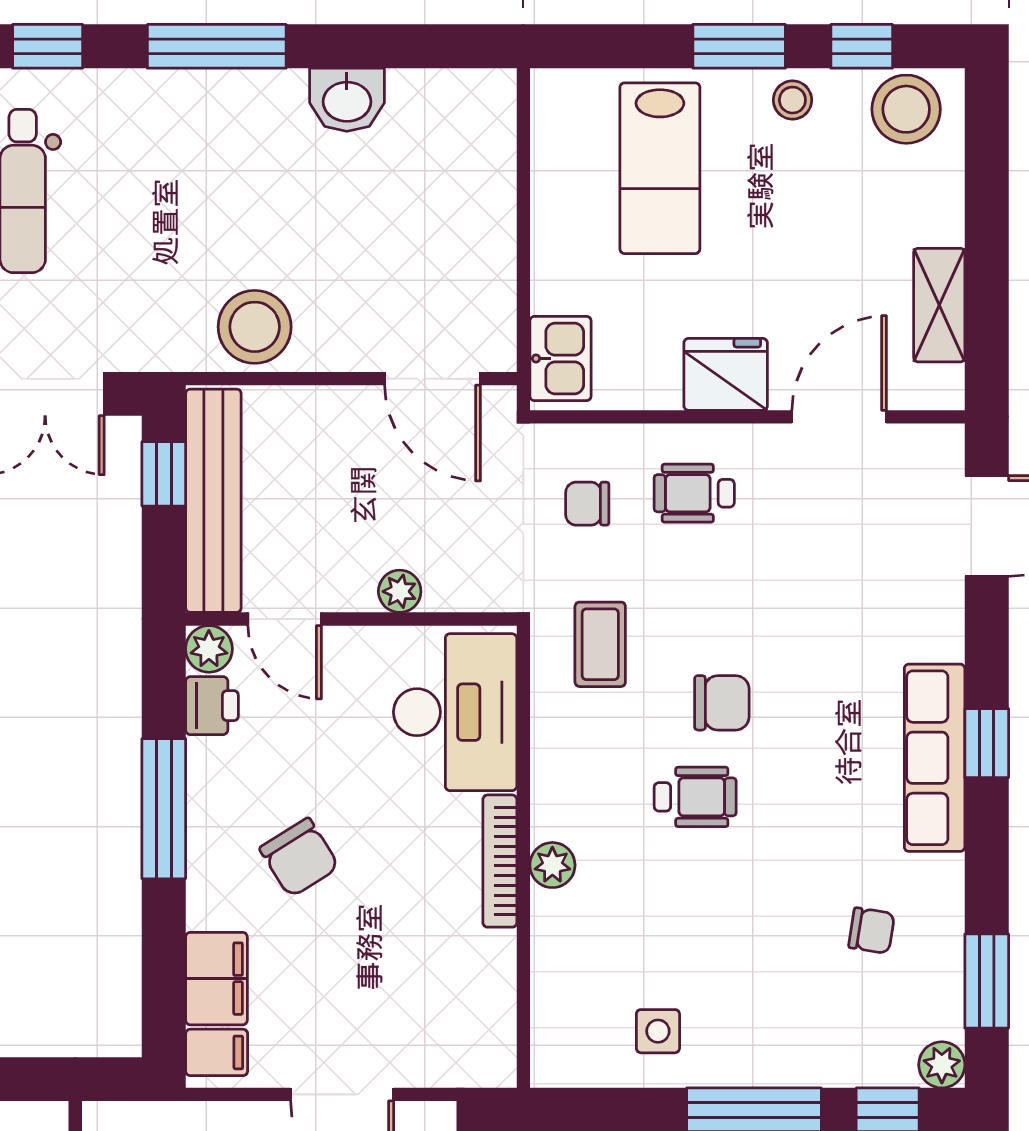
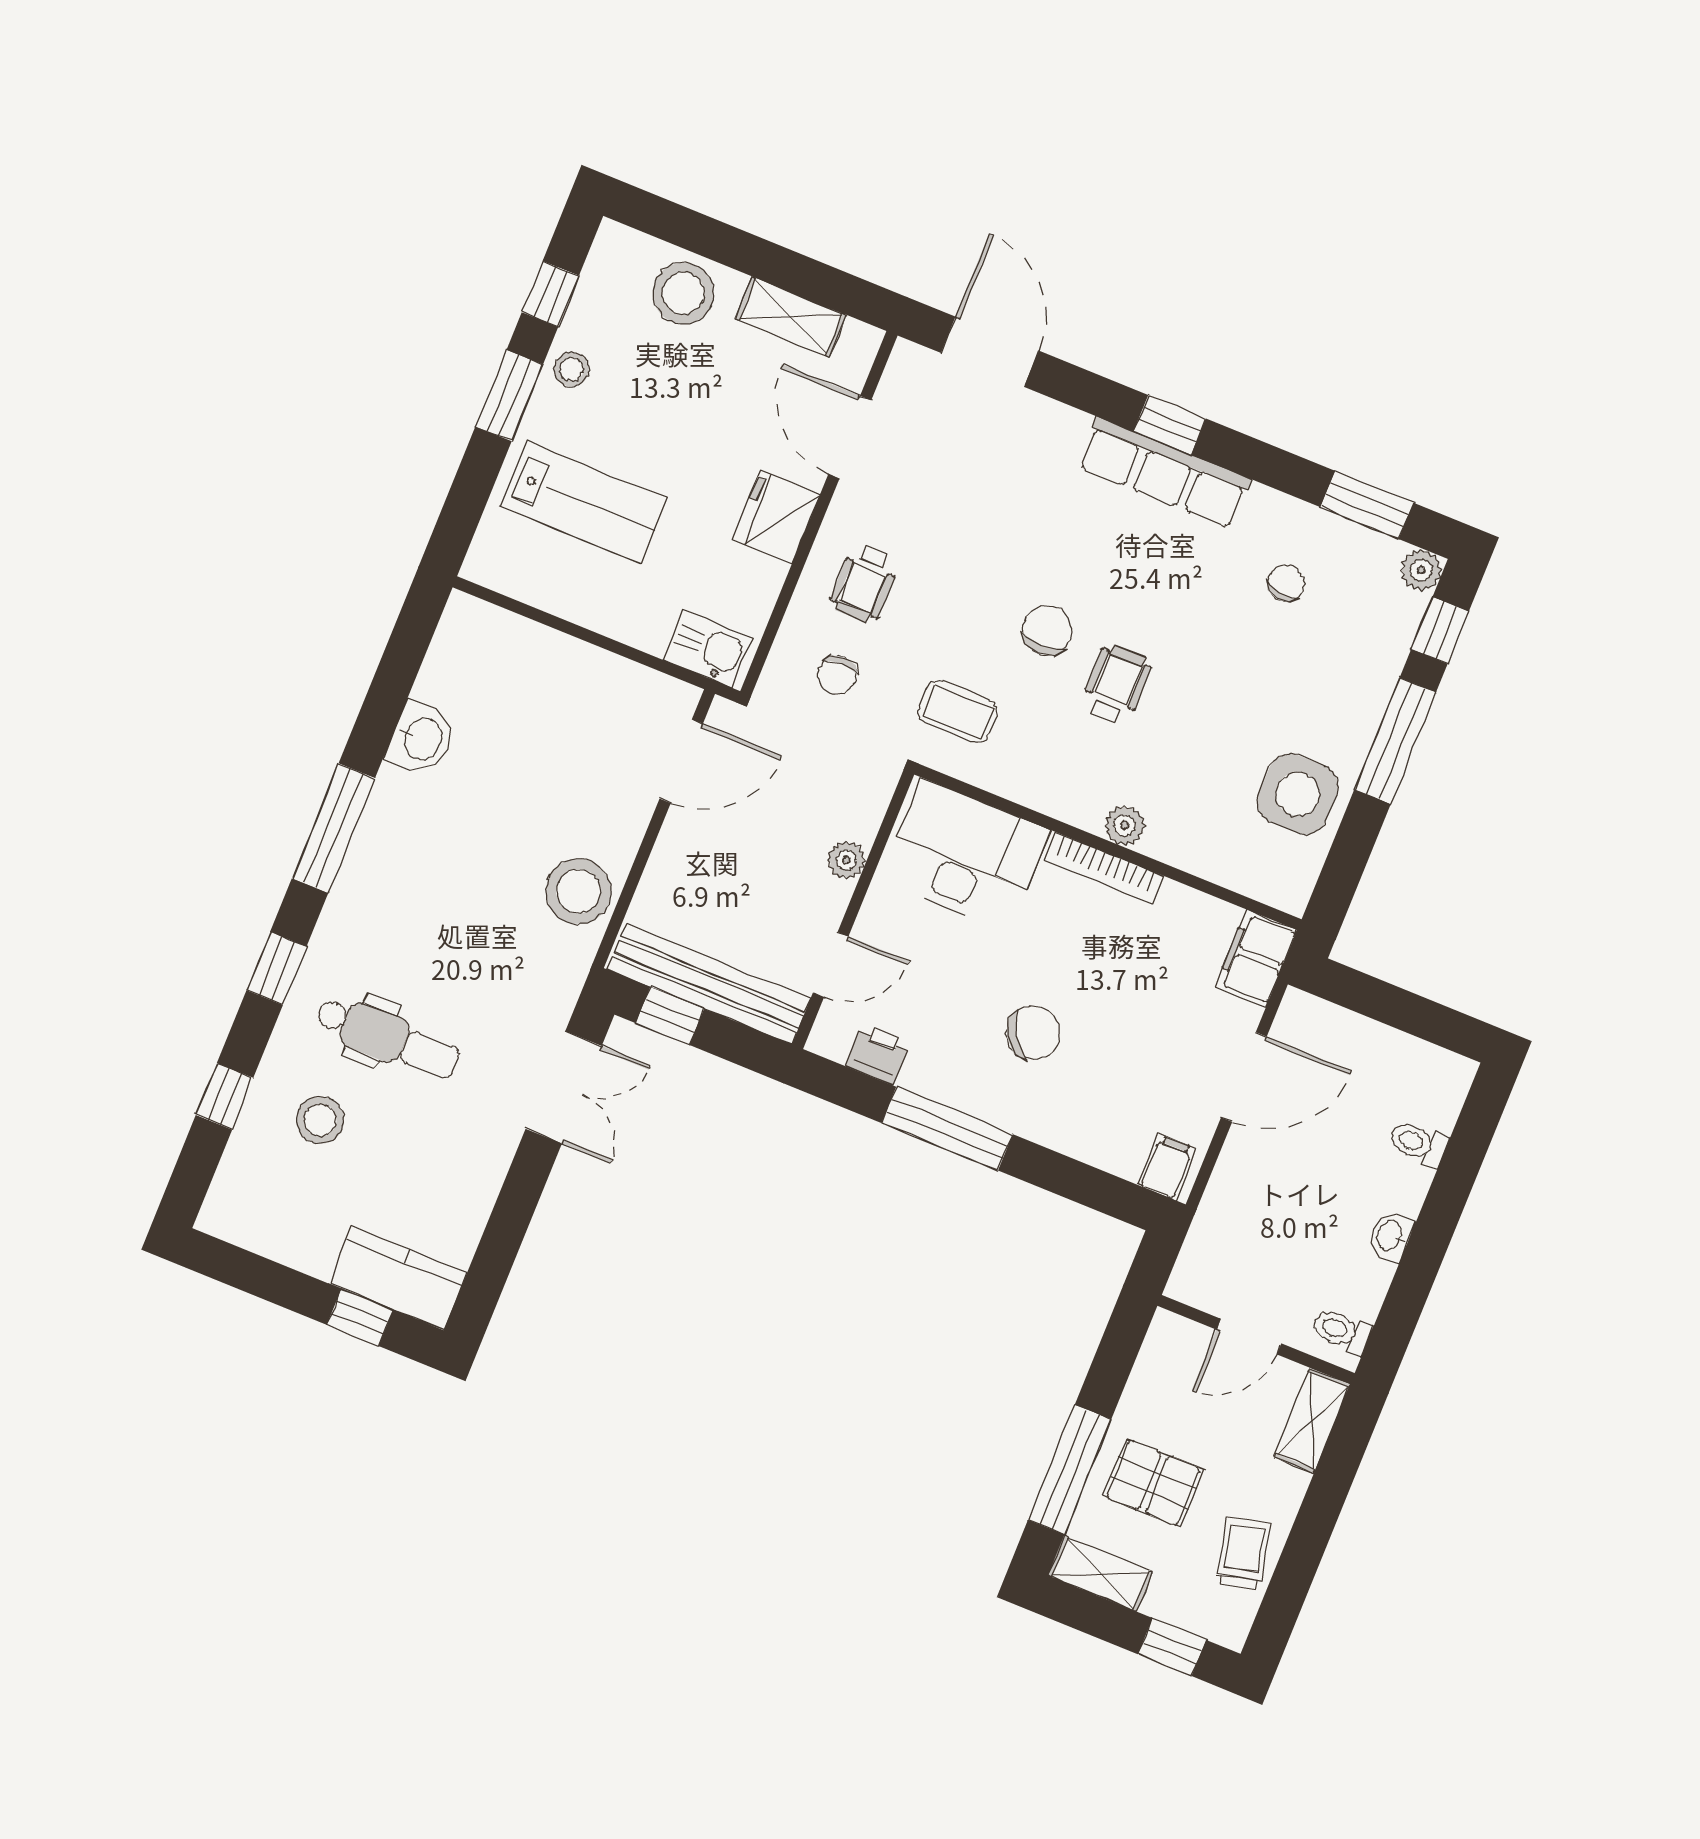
stool: (906, 109) -> (683, 293), moved
plant: (209, 649) -> (830, 1037), removed
filing cabinet: (216, 979) -> (1256, 958), moved, turned -90
side table: (658, 1031) -> (1298, 794), width x1.87, depth x1.87

